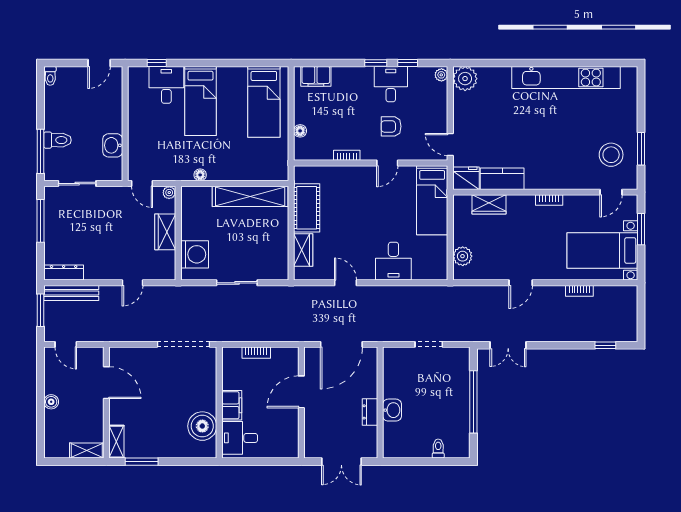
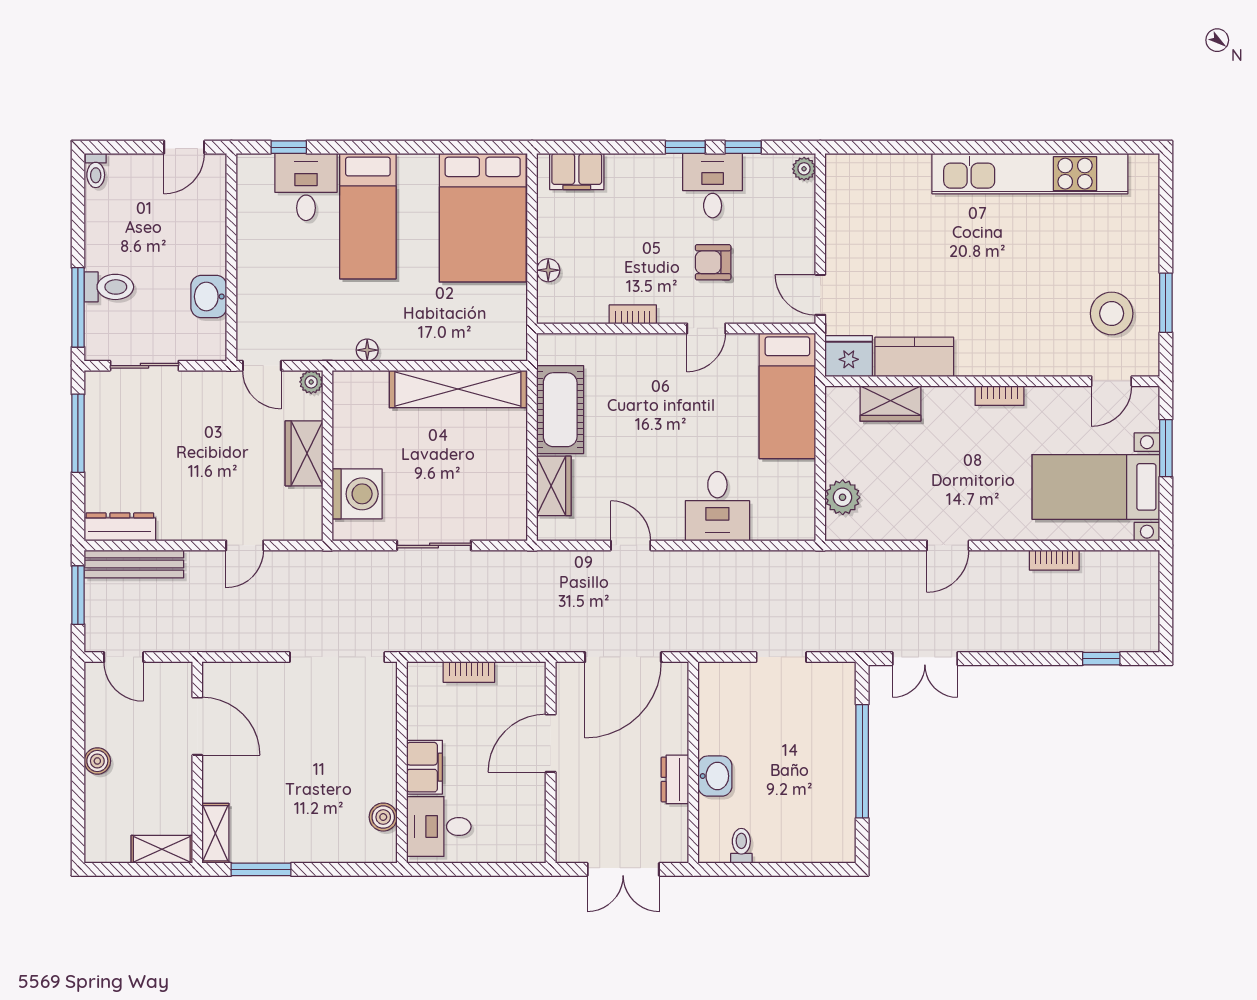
plant: (465, 79) -> (847, 175), removed
bed: (264, 102) -> (483, 218), width x1.50
boiler: (202, 426) -> (383, 817), width x0.54, depth x0.54
toilet: (438, 449) -> (741, 846), moved

